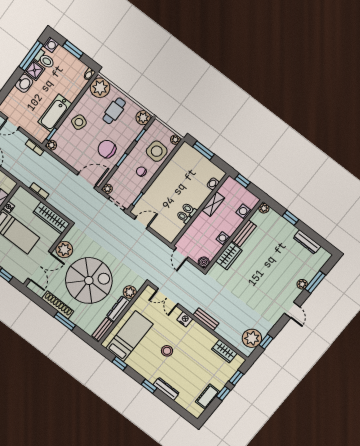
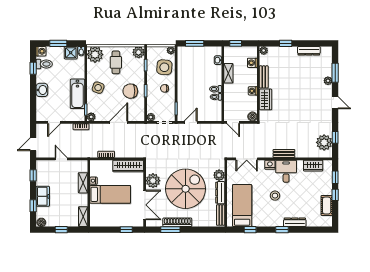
window: (31, 56) -> (33, 68), width x0.46
shower: (34, 70) -> (71, 53), moved
door: (86, 180) -> (119, 122), moved
window: (65, 321) -> (170, 230), moved
desk: (195, 337) -> (286, 171), added

